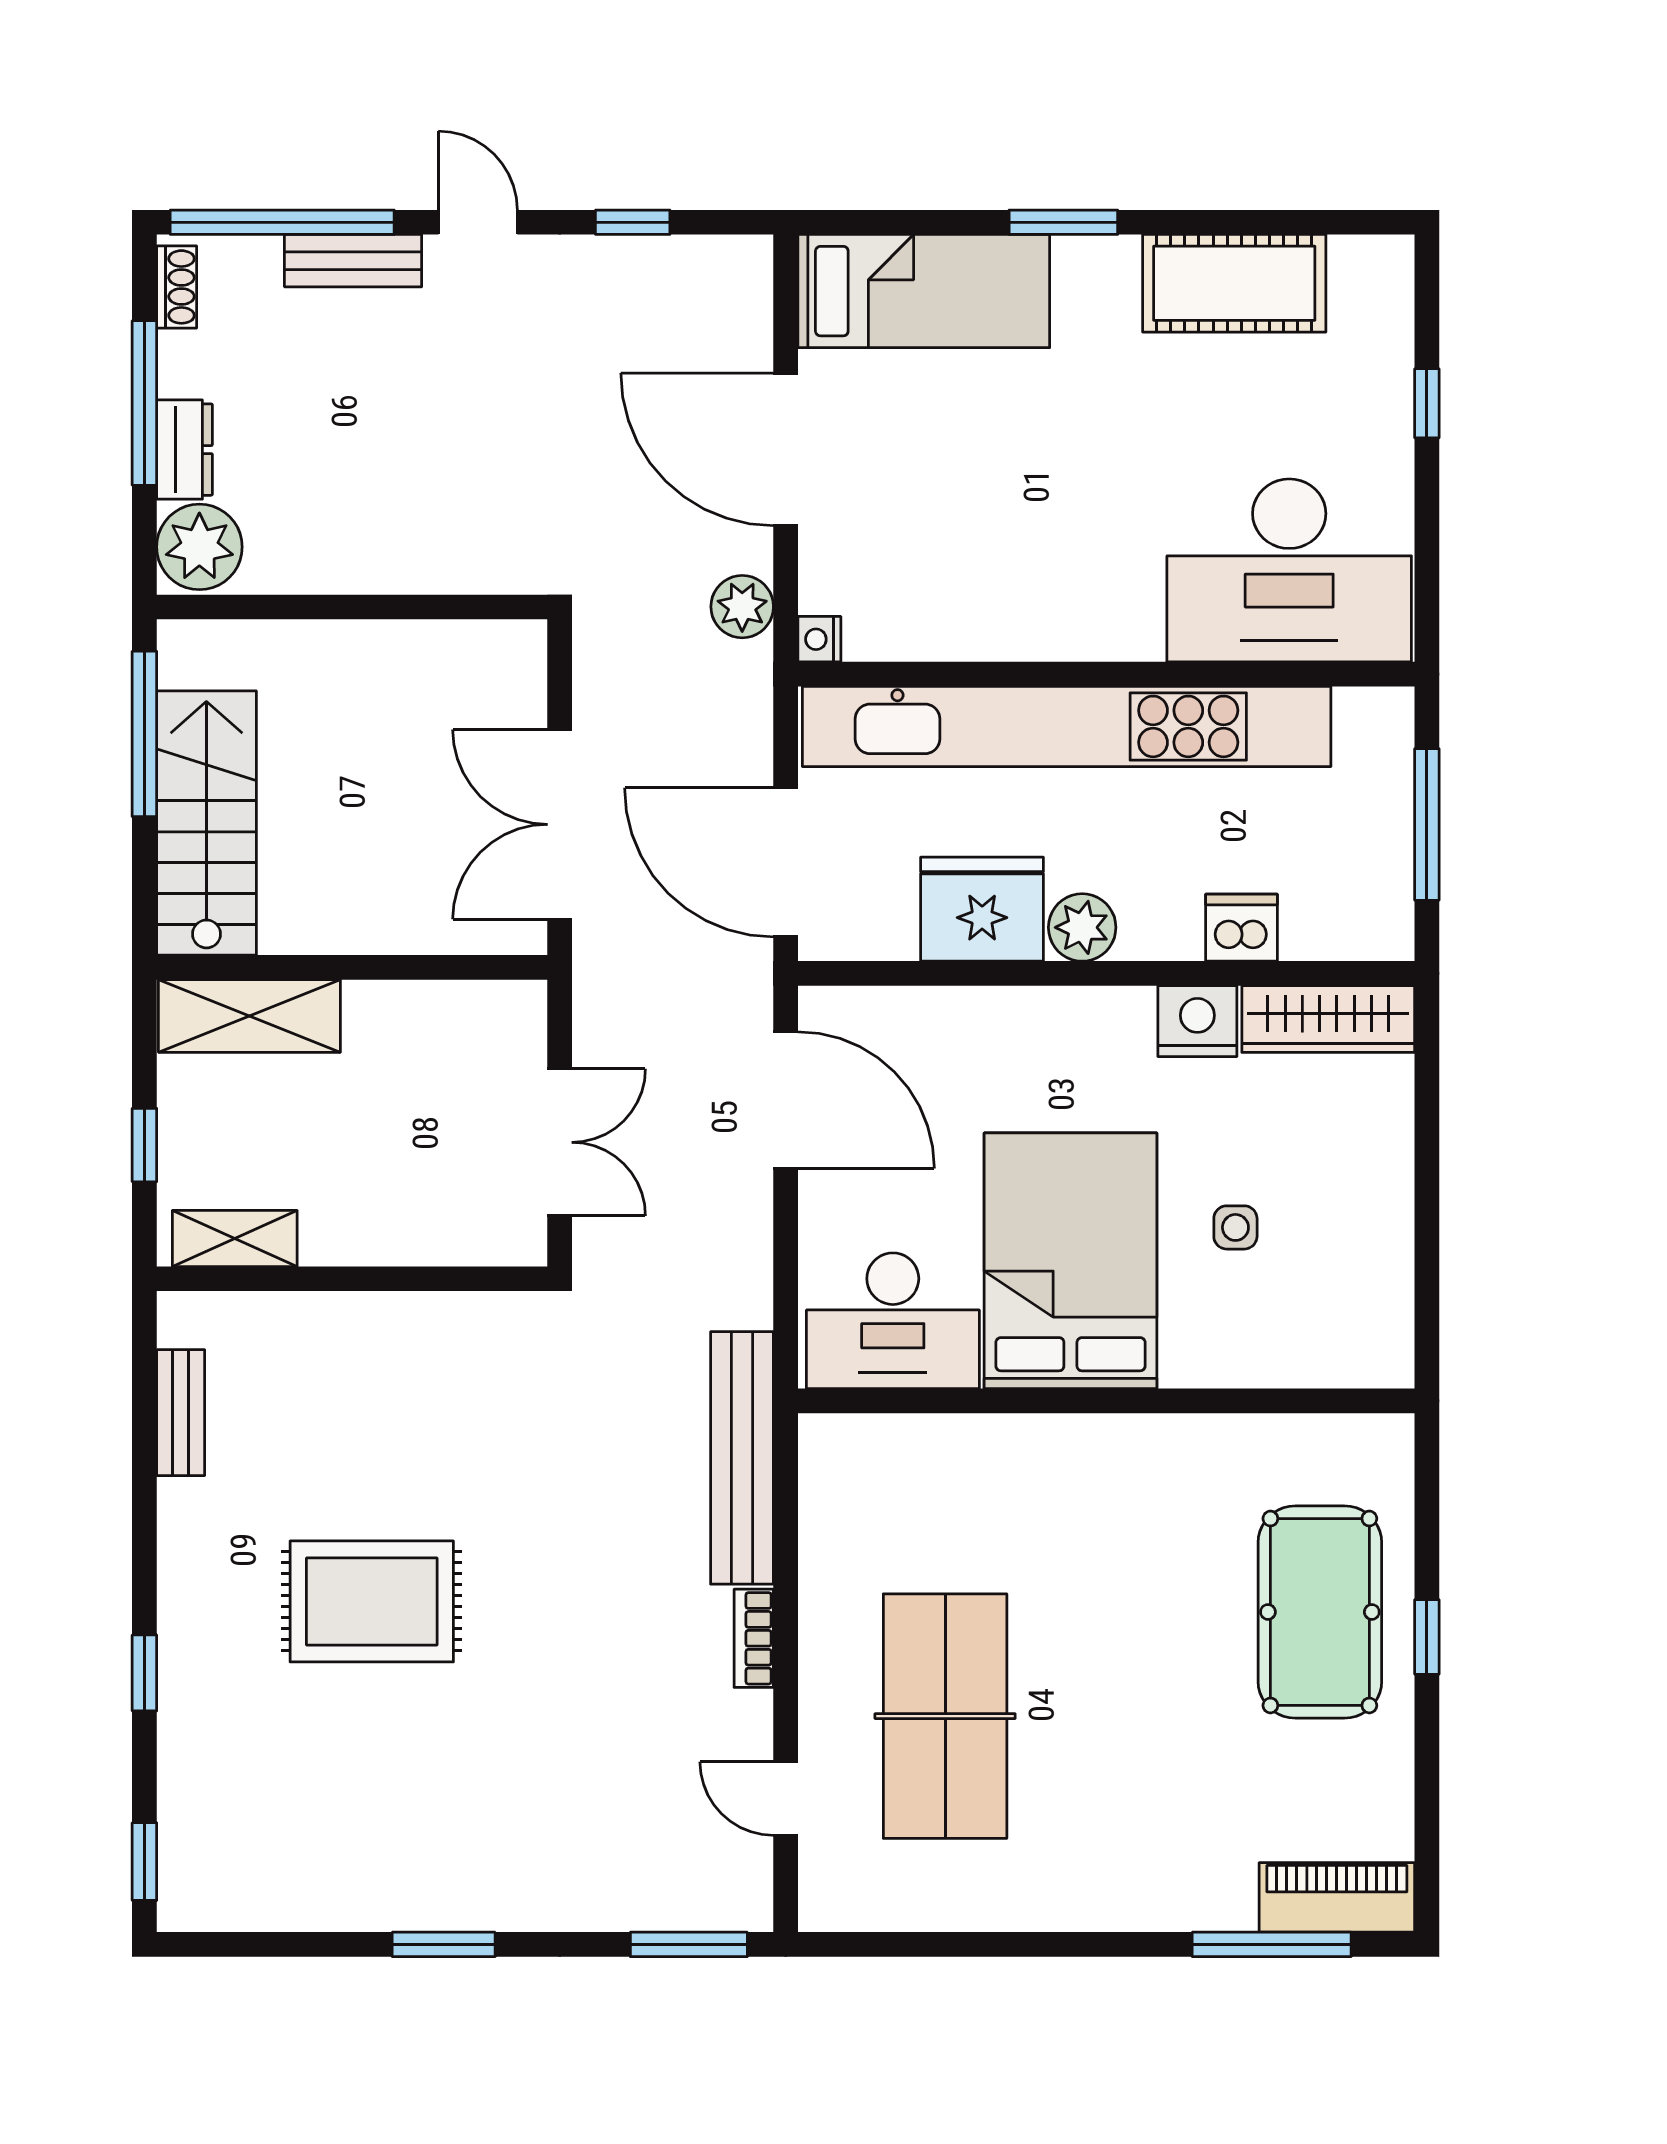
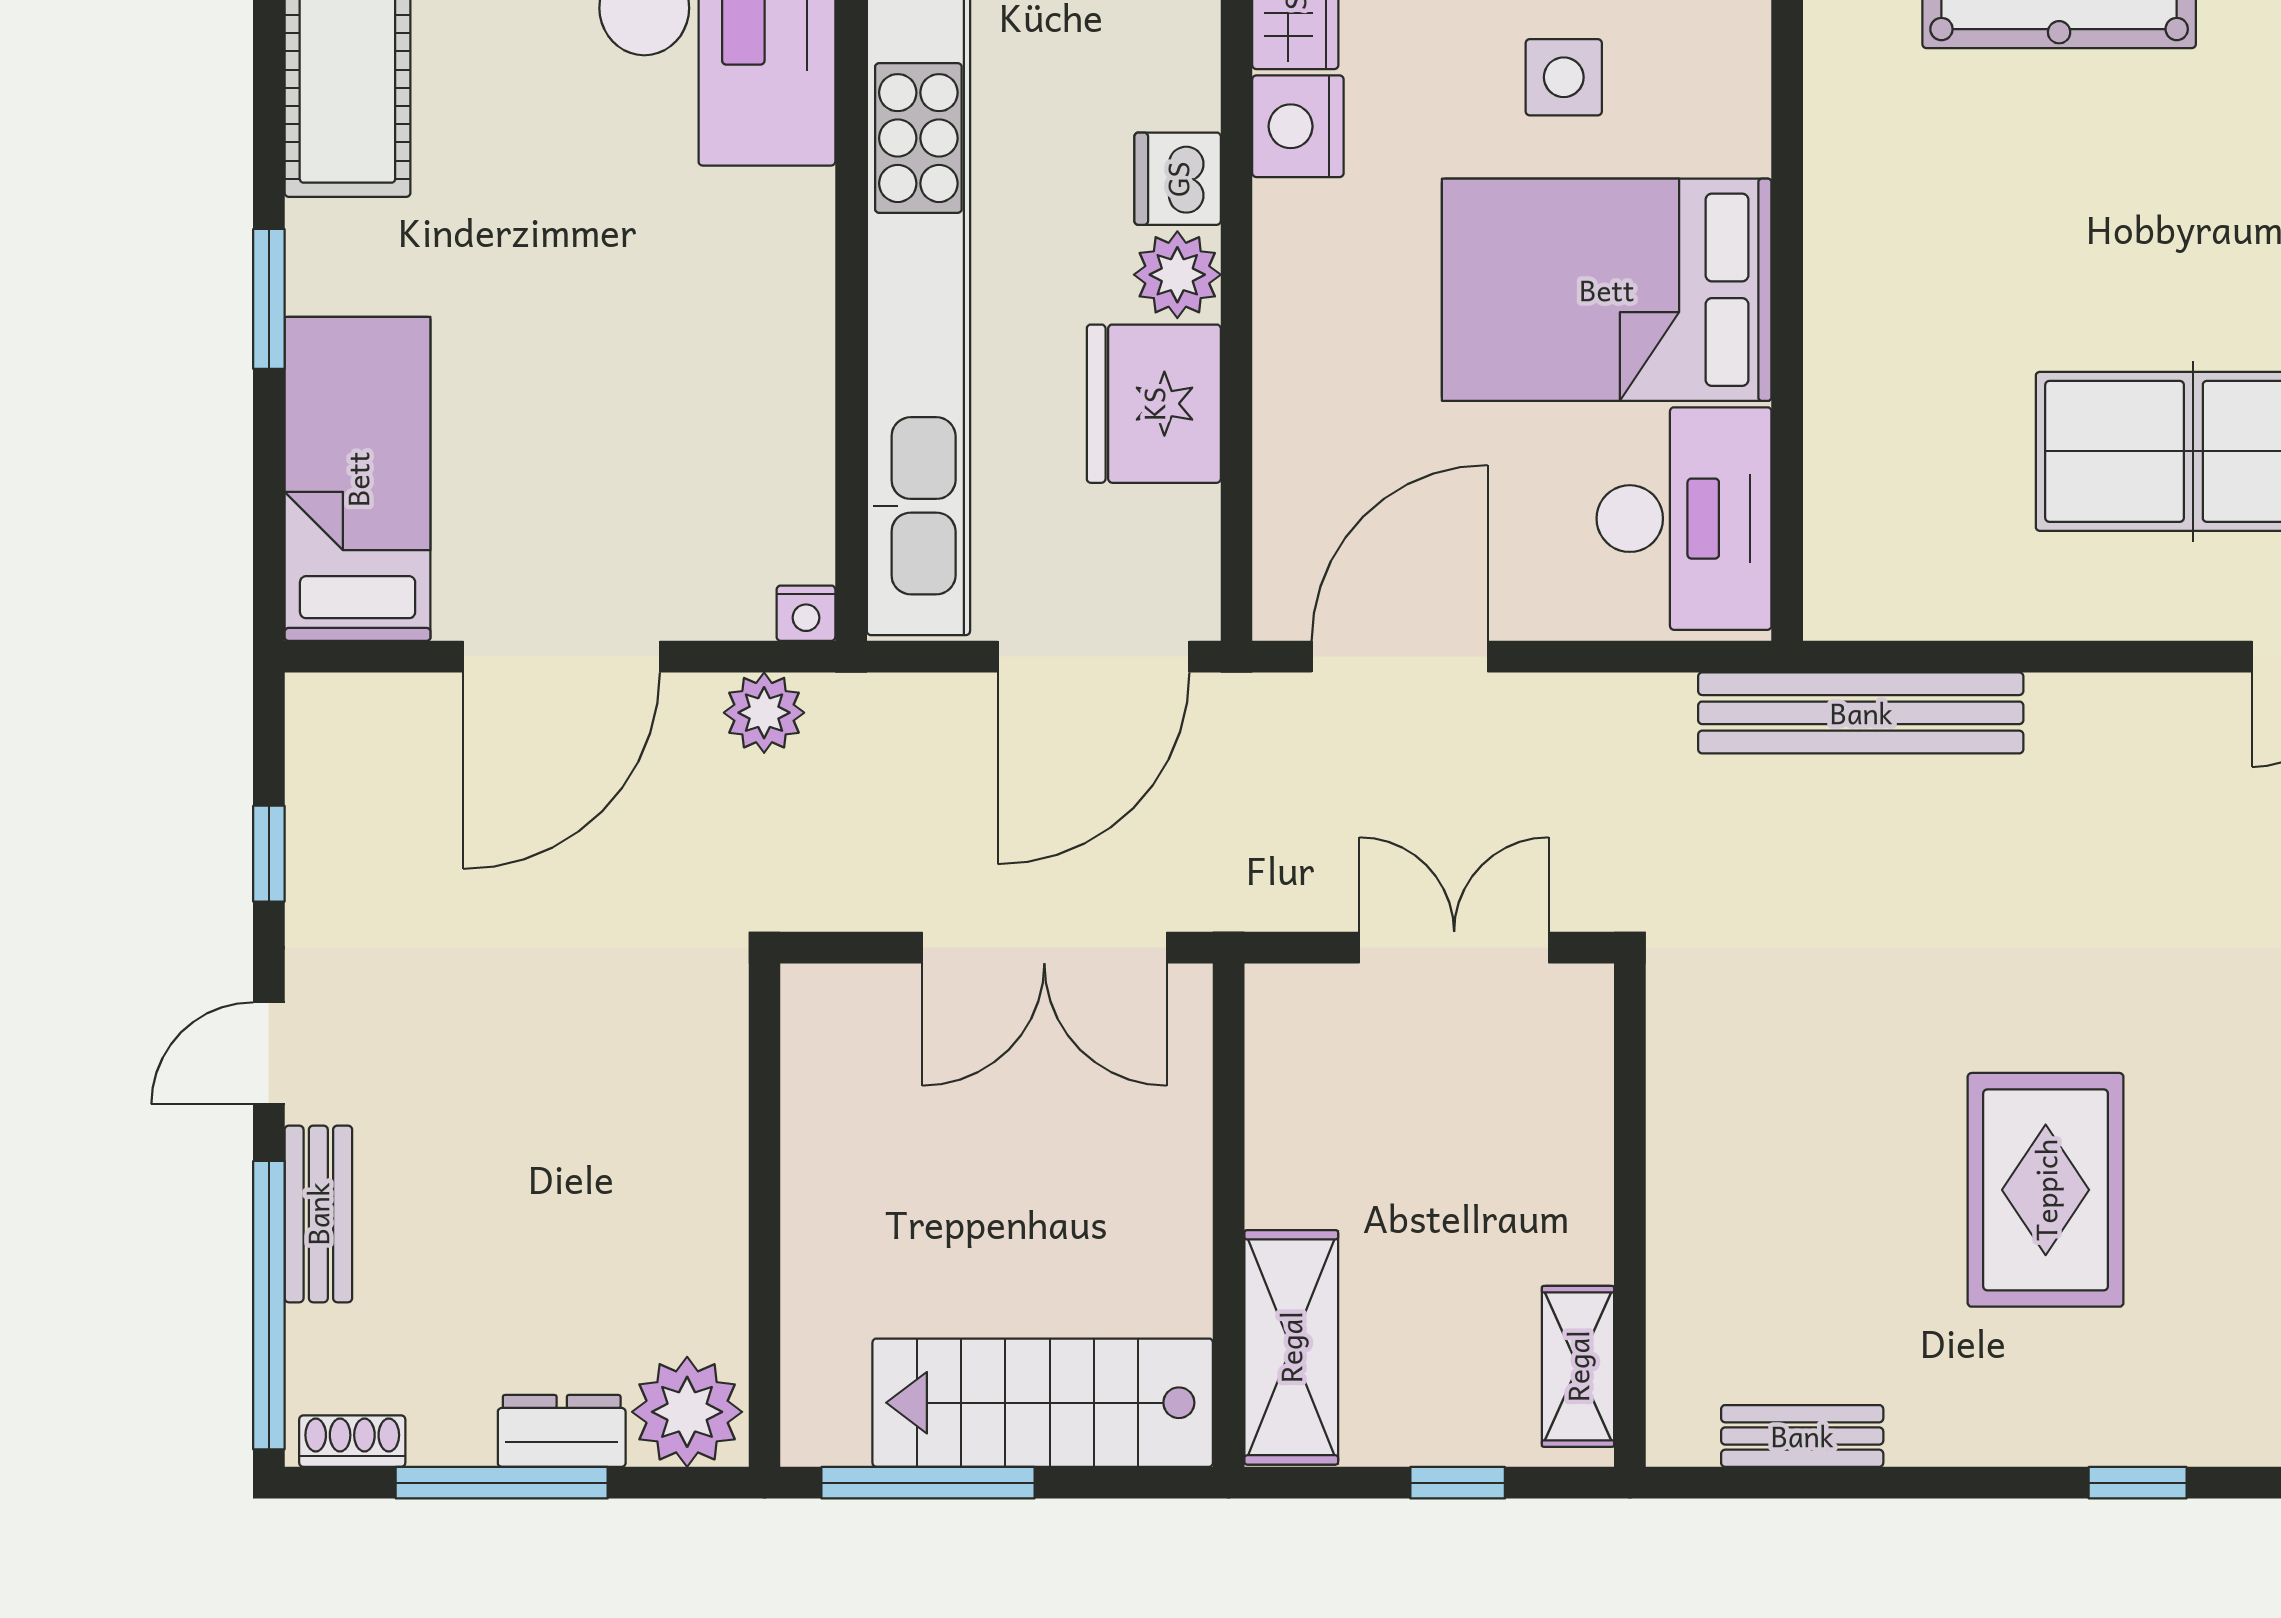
dishwasher: (1242, 928) -> (1178, 179), moved
side table: (1235, 1227) -> (1564, 77), width x1.37, depth x1.37
bookcase: (754, 1638) -> (2093, 698), removed

